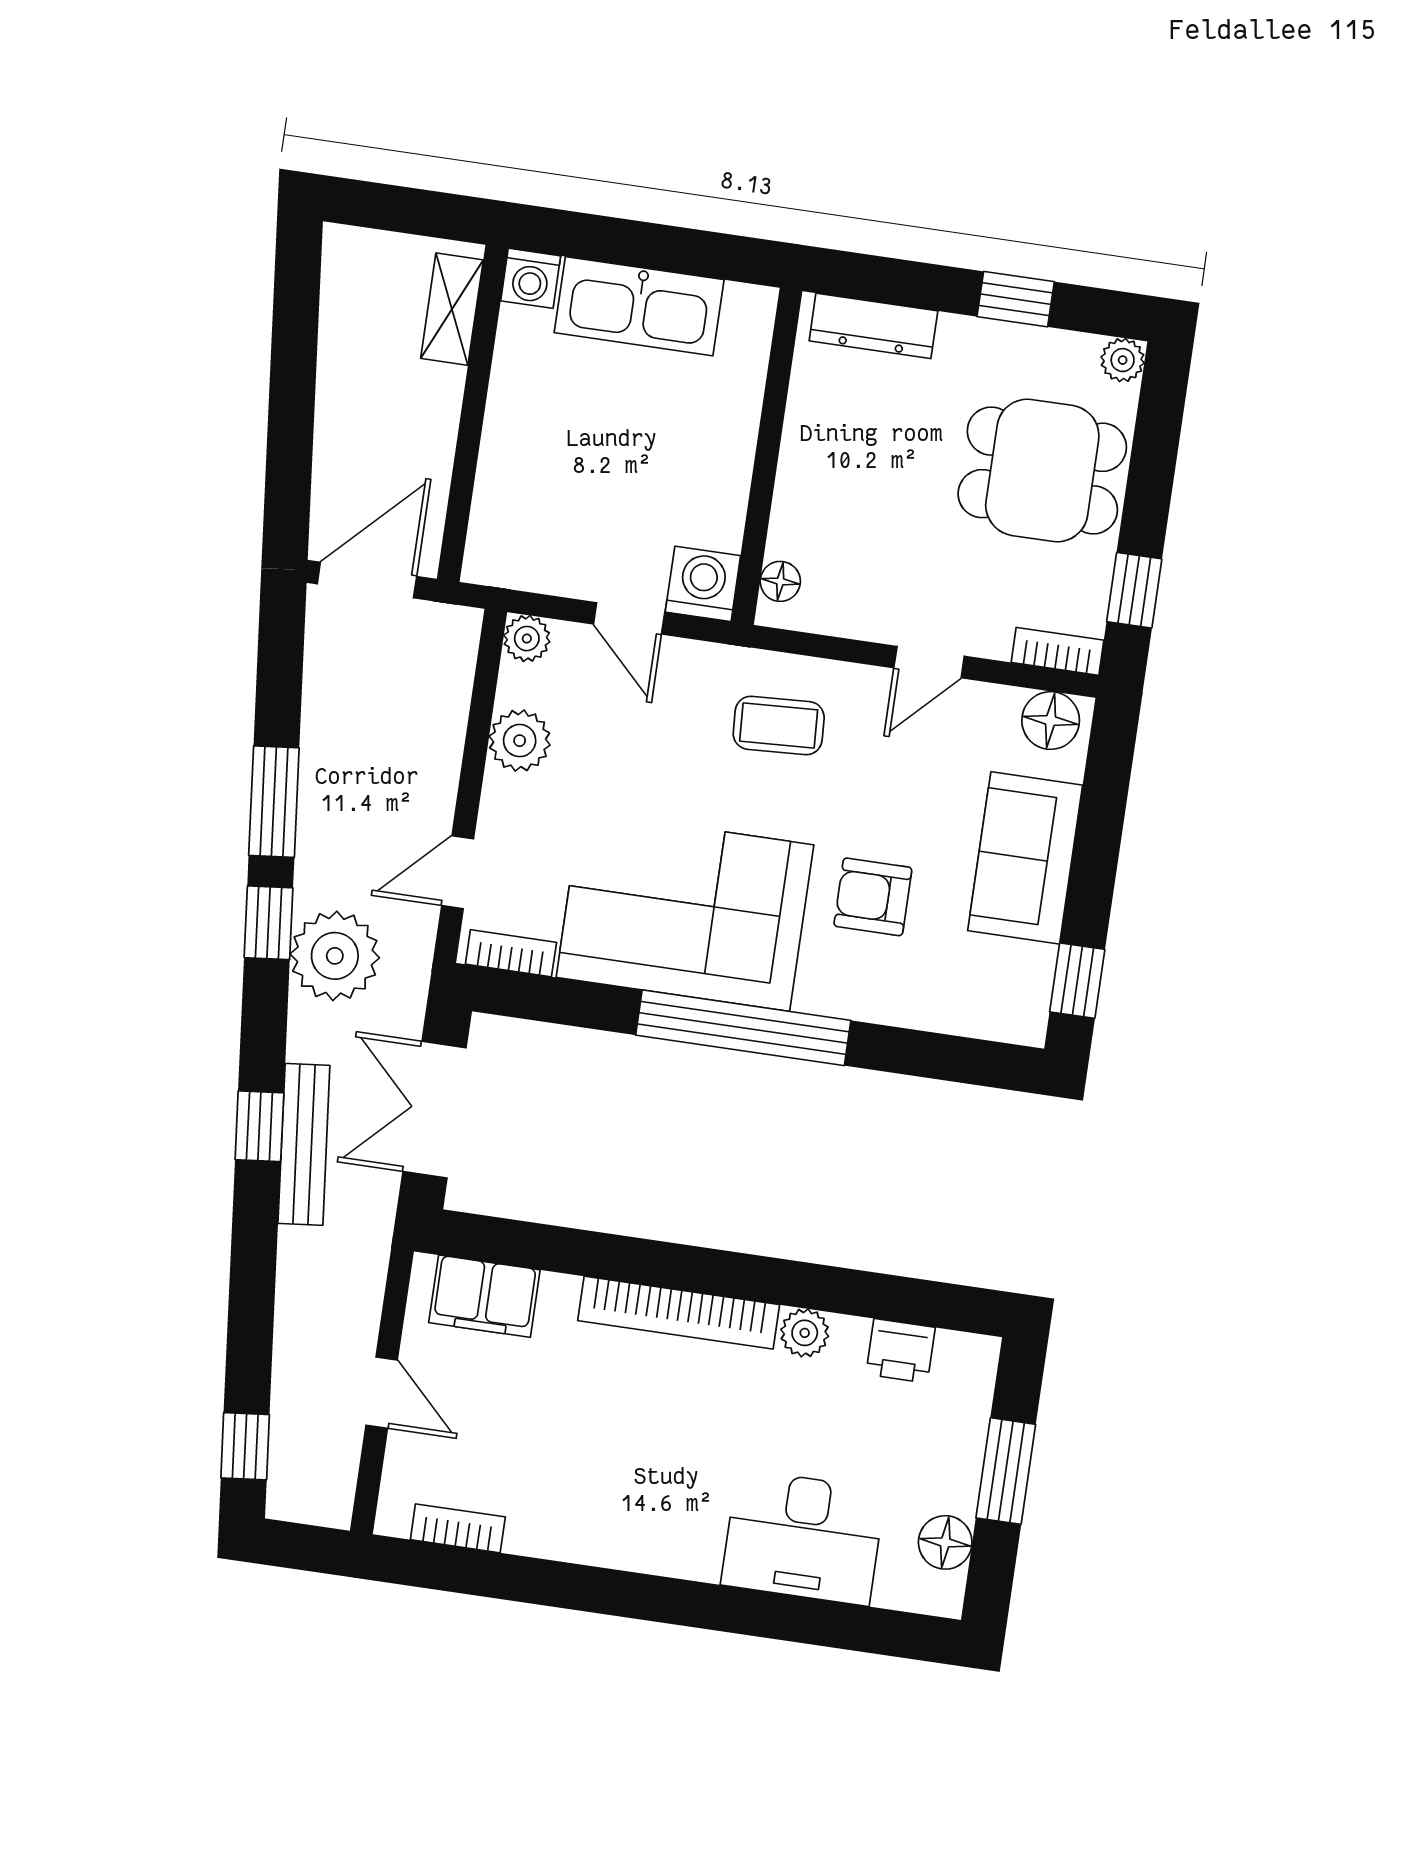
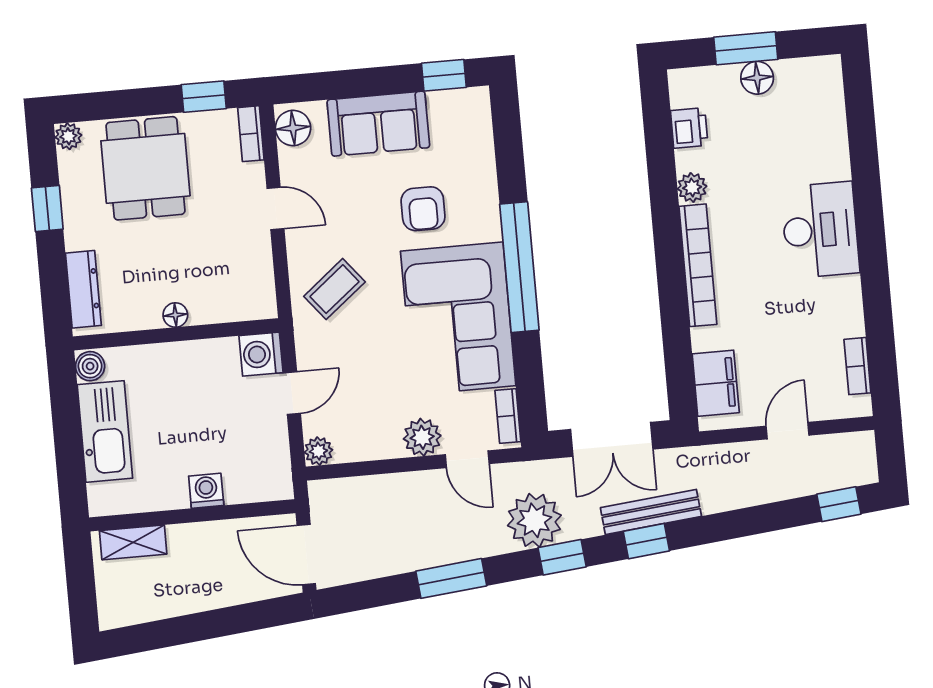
washing machine: (531, 278) -> (206, 491), moved, turned -90
boiler: (749, 307) -> (90, 366), added
floor lamp: (780, 581) -> (175, 315), moved
coffee table: (779, 725) -> (334, 289), turned 54
plant: (520, 741) -> (422, 437), moved
window: (268, 923) -> (562, 557), moved
desk: (803, 1537) -> (820, 230), moved
floor lamp: (945, 1542) -> (757, 78), moved

